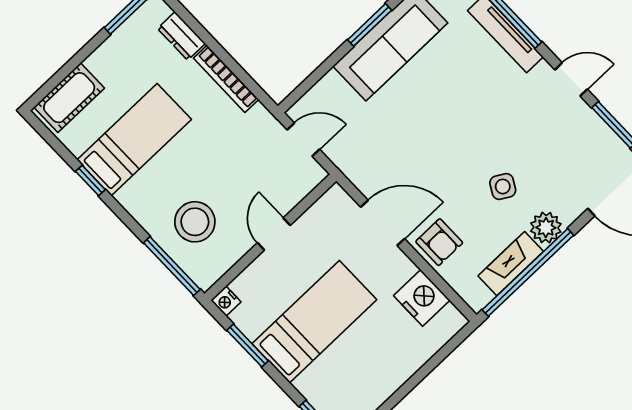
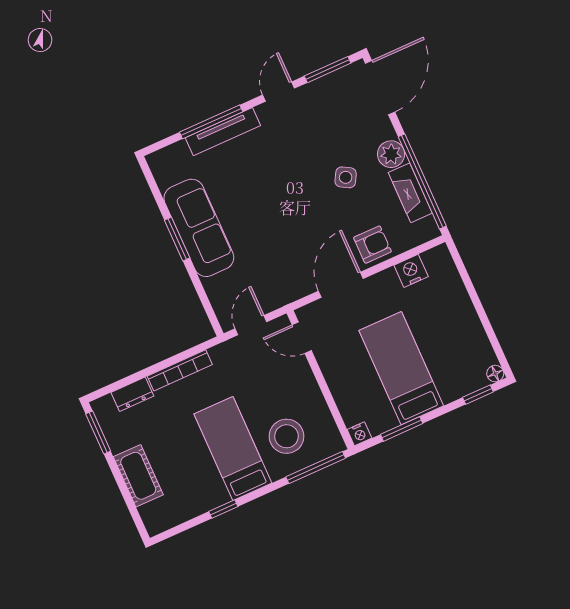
cot: (69, 98) -> (138, 476), moved
bed: (134, 140) -> (233, 448), moved
door: (274, 234) -> (302, 338), moved
nightstand: (422, 298) -> (411, 271), width x0.74, depth x0.75

